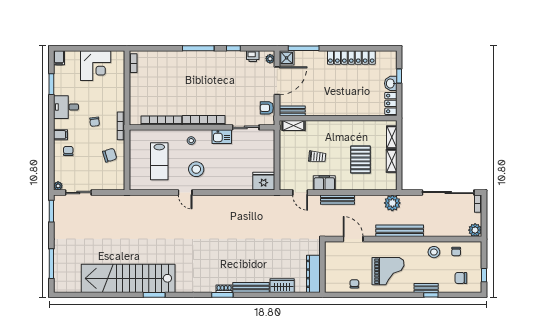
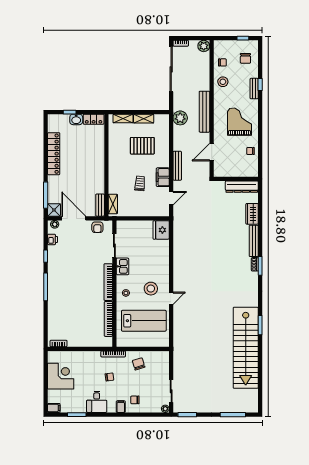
lab bench: (159, 161) -> (144, 321), width x1.36, depth x1.39

